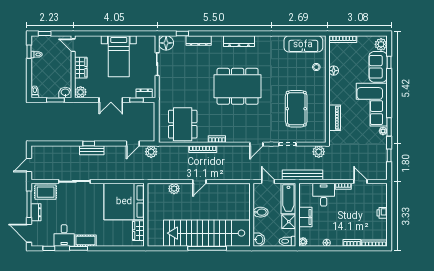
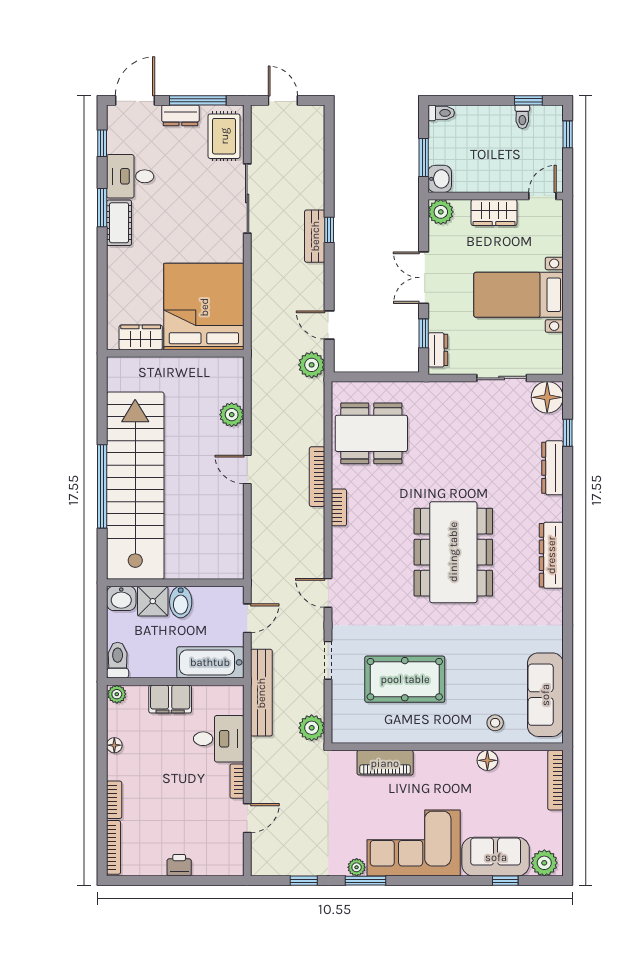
shower: (289, 222) -> (153, 601), moved

